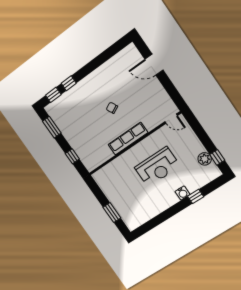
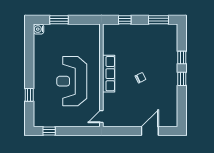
window: (53, 95) -> (182, 79), moved
plant: (205, 159) -> (54, 121), removed
reception desk: (157, 167) -> (72, 81), width x1.36, depth x1.30
water cooler: (182, 193) -> (39, 29), moved

